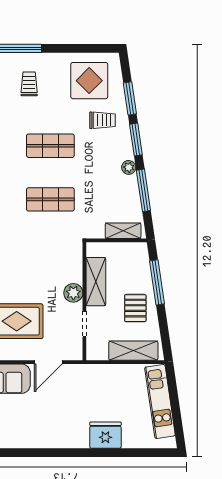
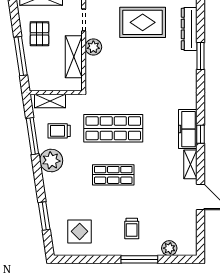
display table: (89, 81) -> (80, 231), width x0.73, depth x0.73
trolley: (103, 120) -> (59, 131), moved
window: (136, 139) -> (39, 180), removed
plant: (129, 167) -> (51, 161), width x1.87, depth x1.87
shop shelf: (50, 199) -> (113, 128), width x1.43, depth x1.36

